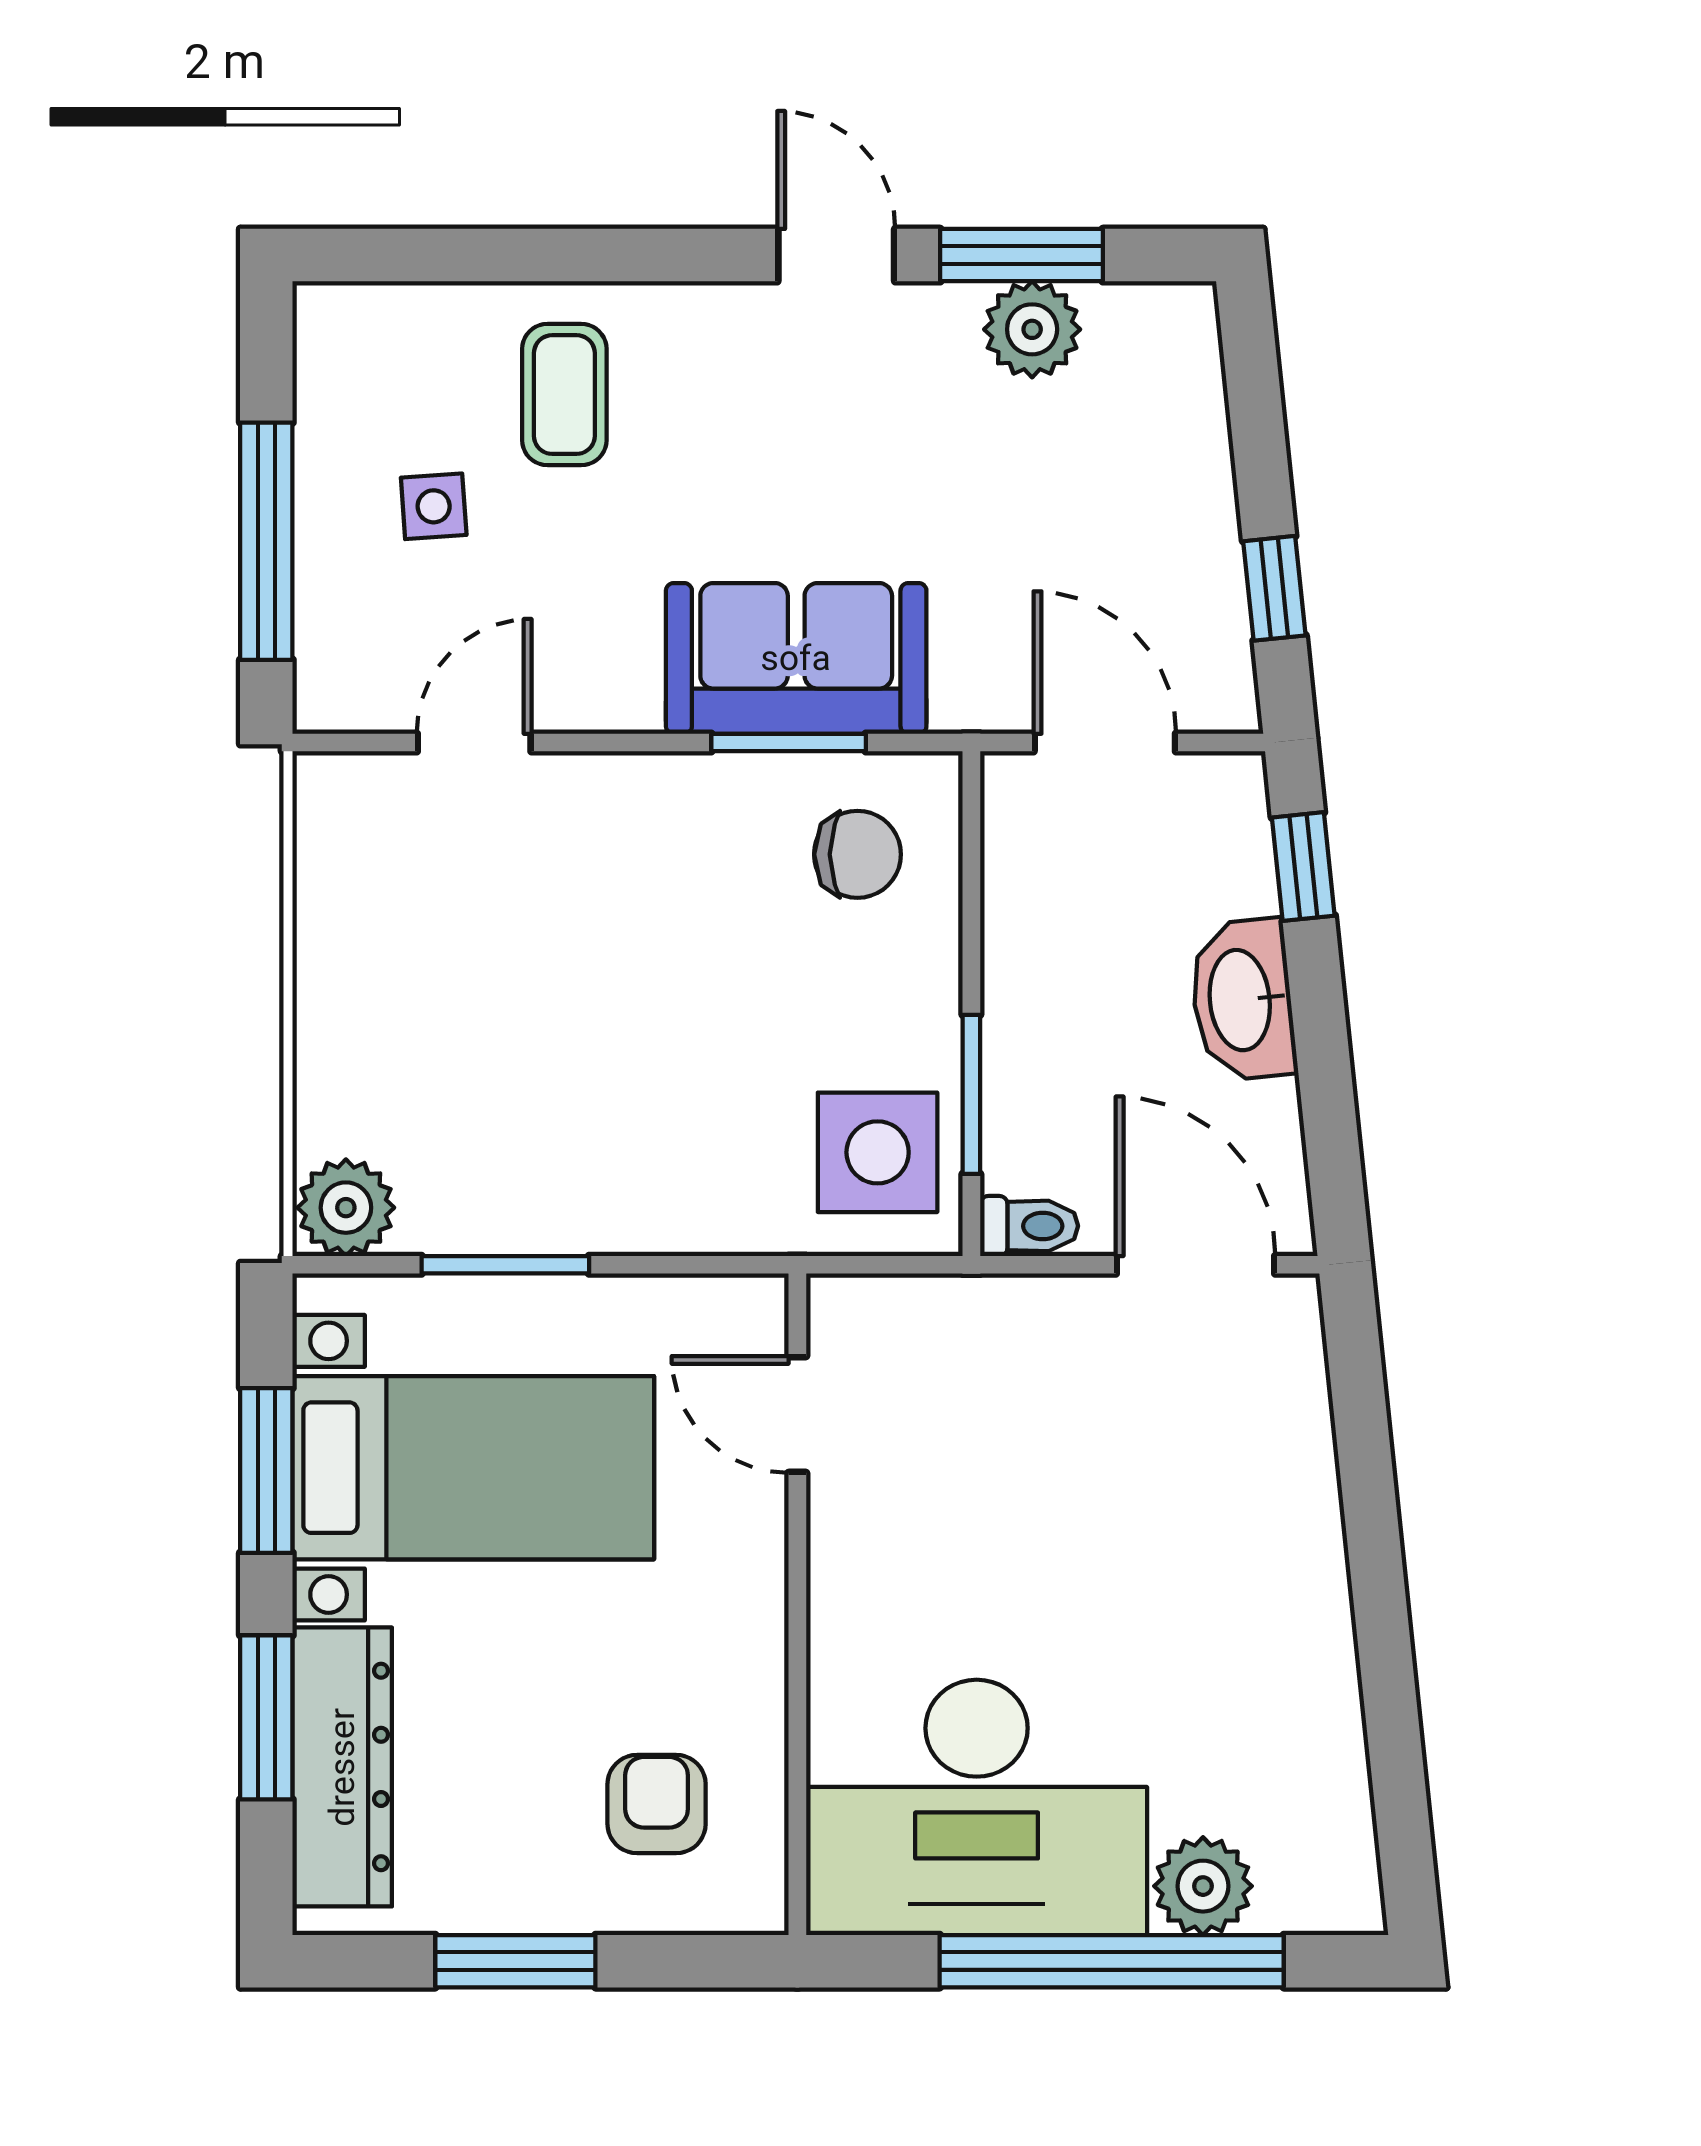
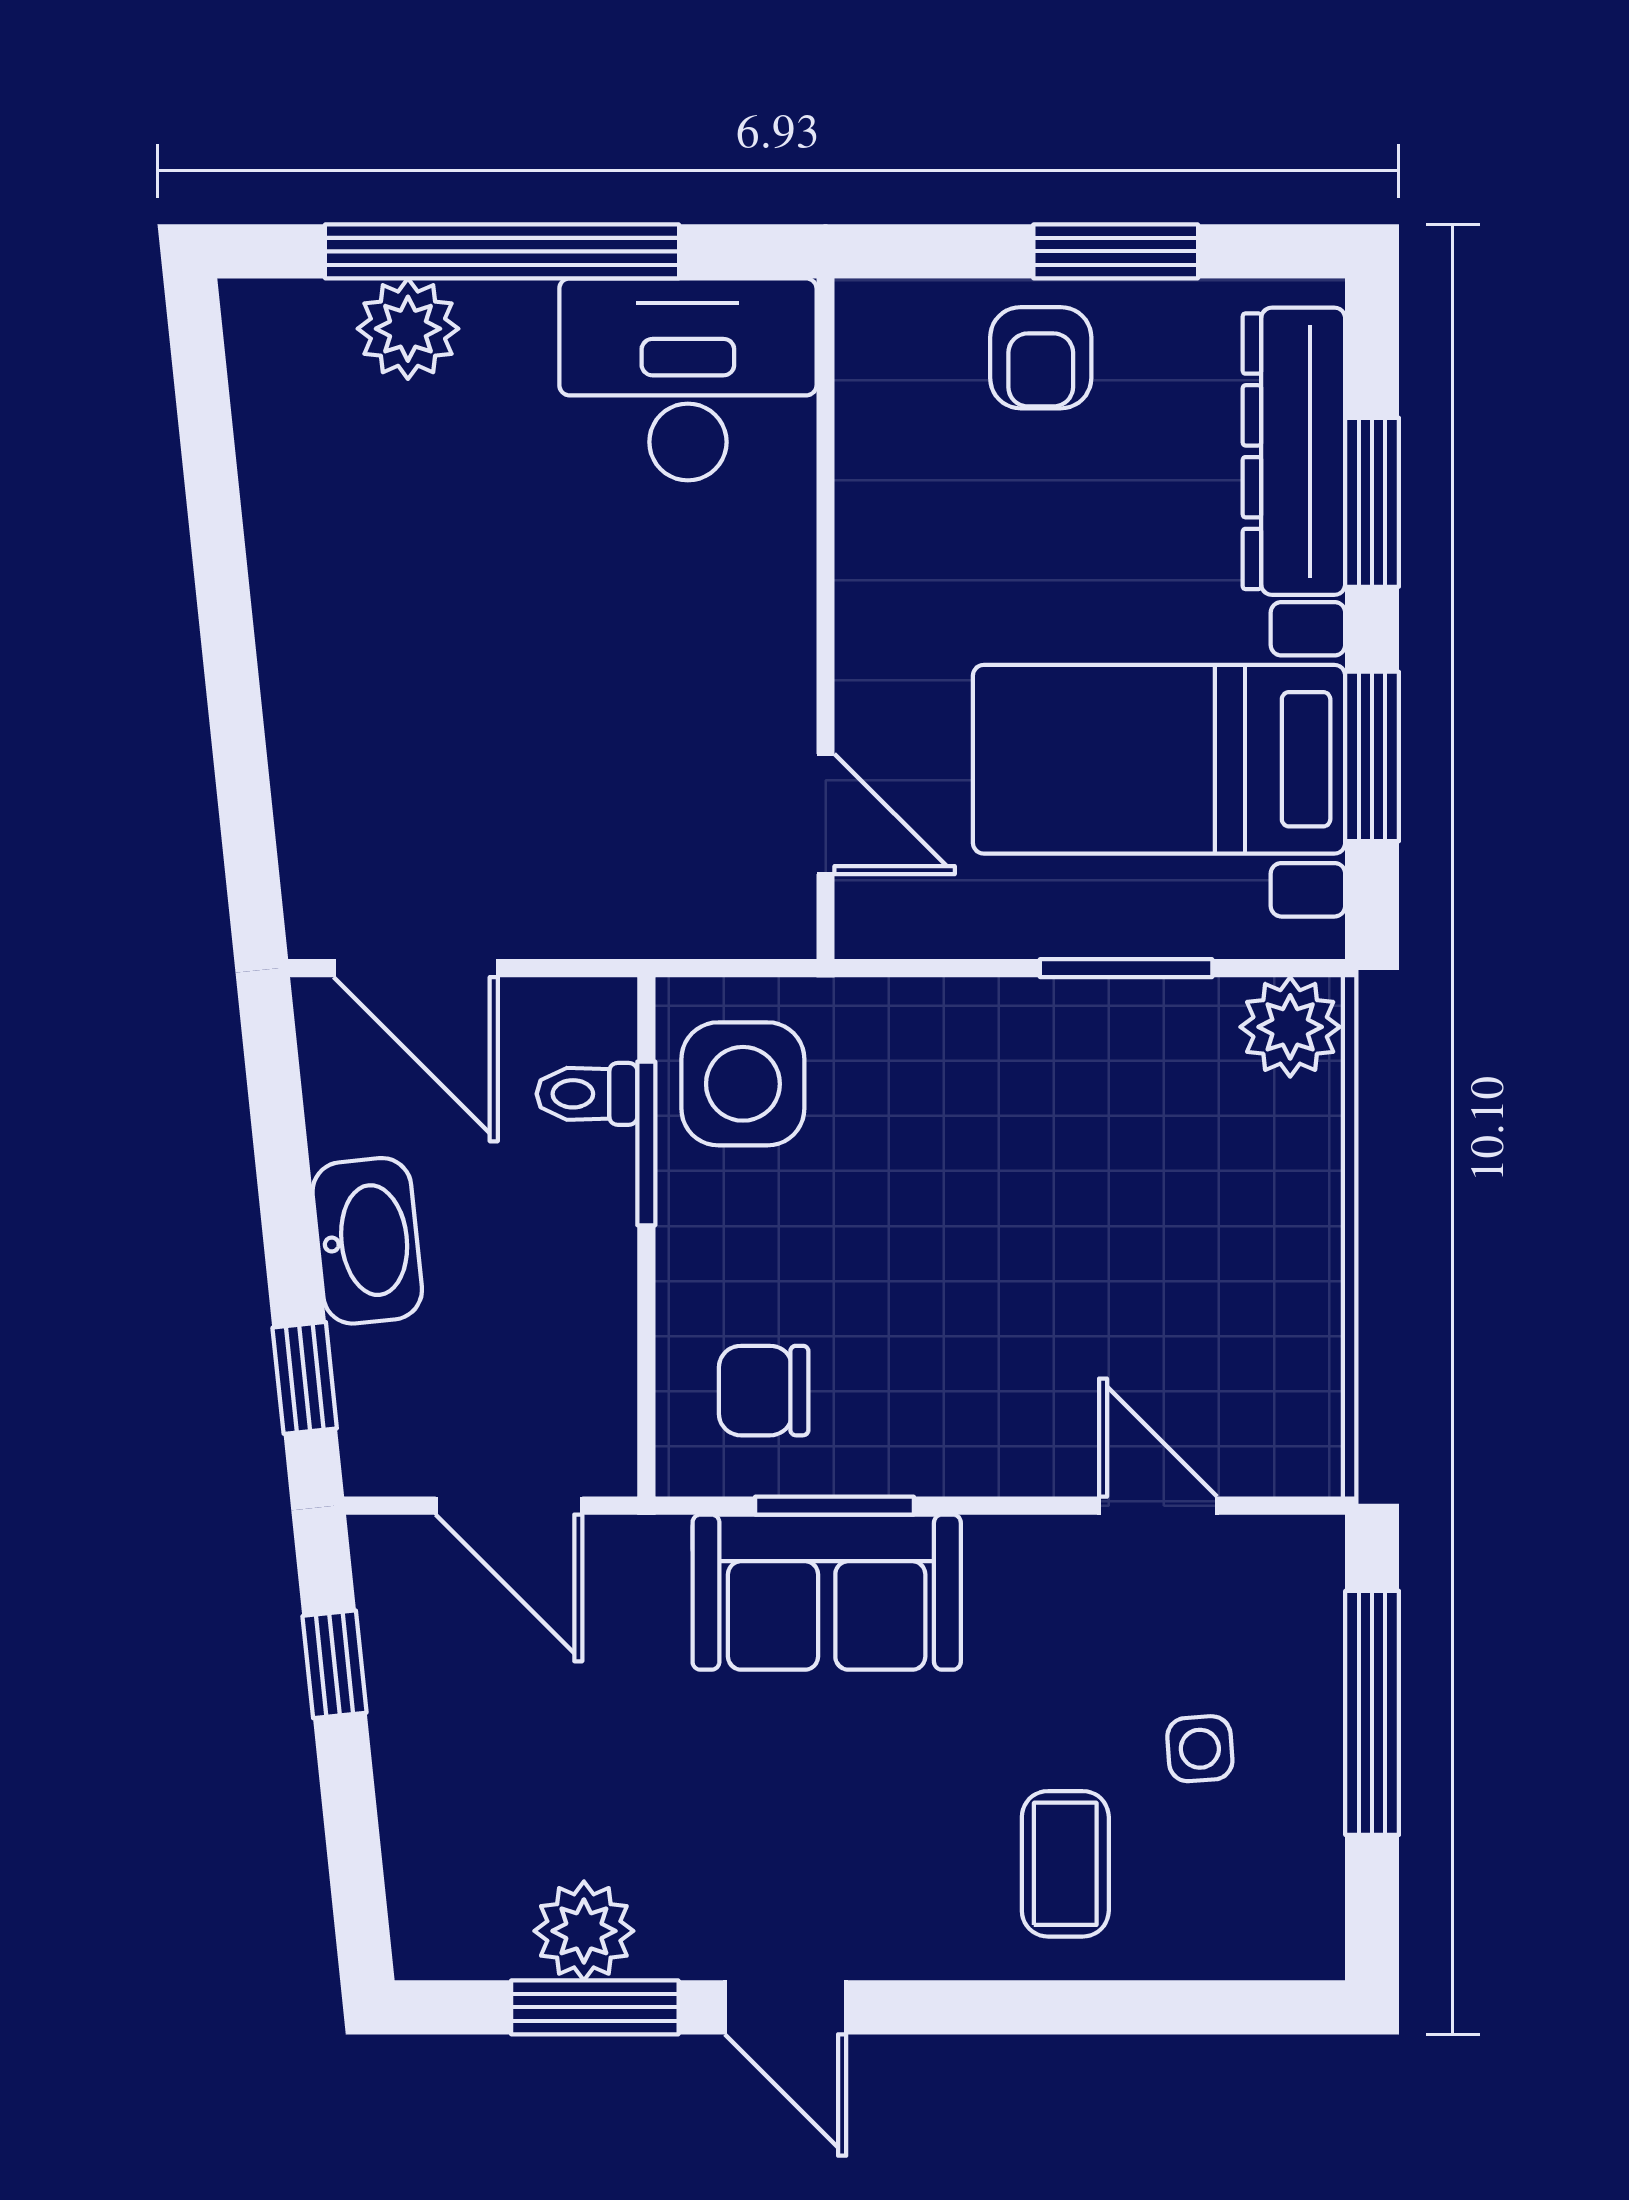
door: (474, 742) -> (1158, 1506), swing flipped
toilet: (1029, 1226) -> (587, 1094), moved
armchair: (657, 1804) -> (1041, 358), moved
desk: (977, 1807) -> (688, 379), width x0.73, depth x0.77

